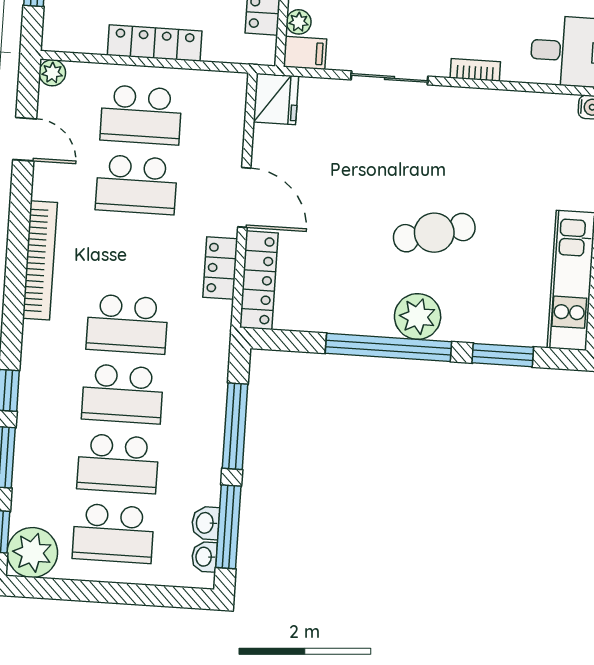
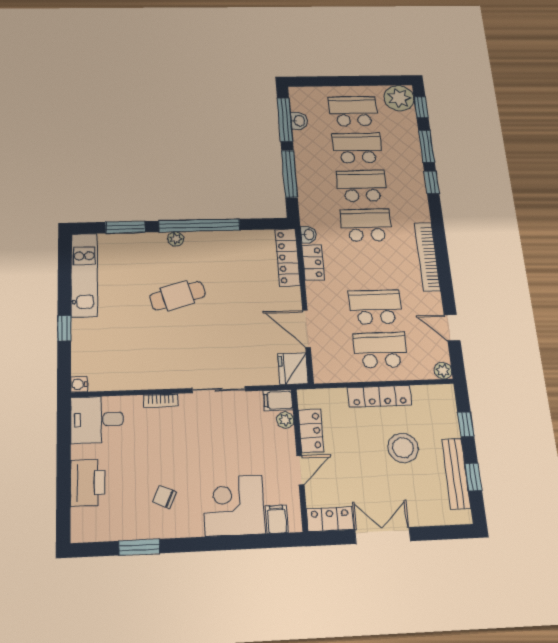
door: (244, 197) -> (306, 329), moved
plant: (418, 316) -> (176, 239), width x0.53, depth x0.53
washbasin: (204, 557) -> (309, 235), moved

